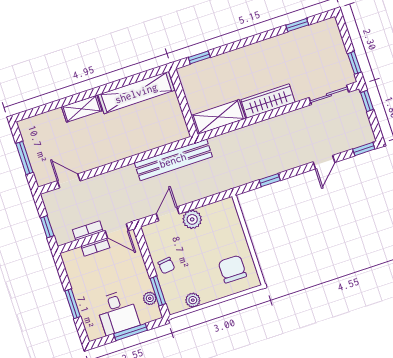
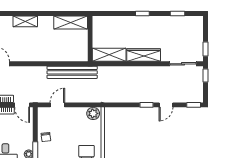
window: (199, 57) -> (142, 14), moved
shelving: (136, 93) -> (71, 22), width x0.68
window: (270, 180) -> (146, 105), moved
plant: (192, 219) -> (93, 113), moved

